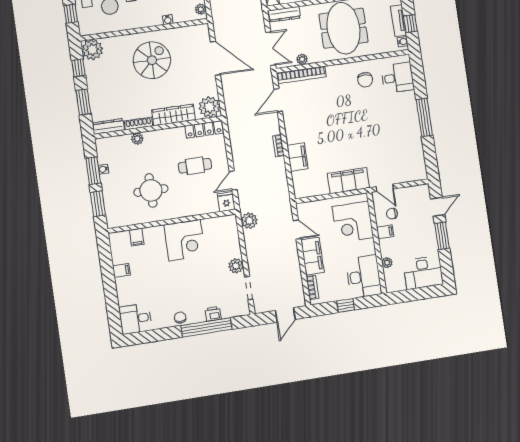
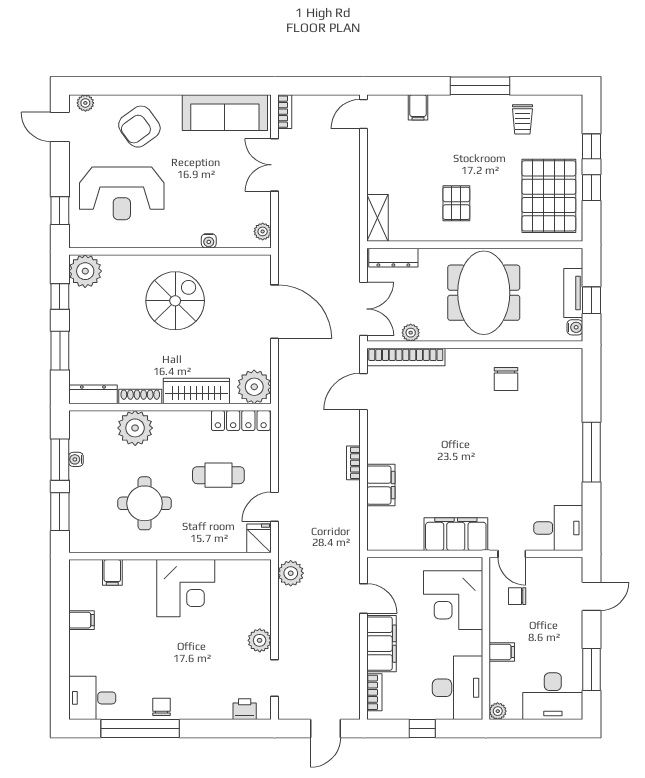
desk: (398, 78) -> (558, 528), moved
plant: (137, 139) -> (135, 428), width x1.88, depth x1.88
filing cabinet: (385, 232) -> (502, 652), moved
window: (442, 236) -> (592, 669), moved
plant: (387, 263) -> (498, 711), moved
printer: (213, 314) -> (245, 709), moved
window: (206, 327) -> (140, 729), moved

